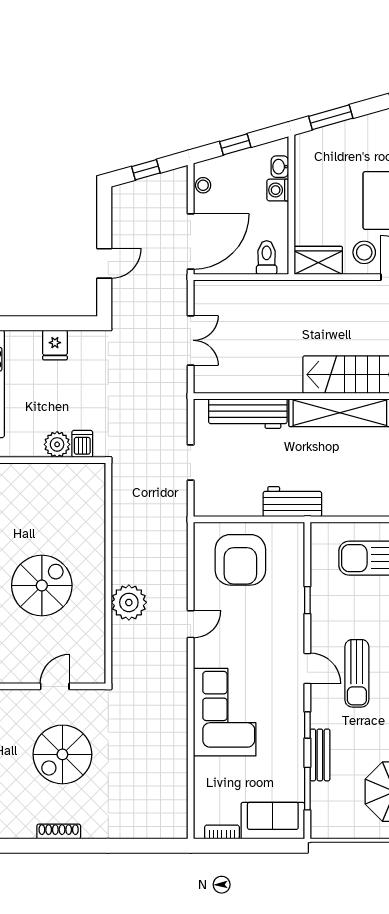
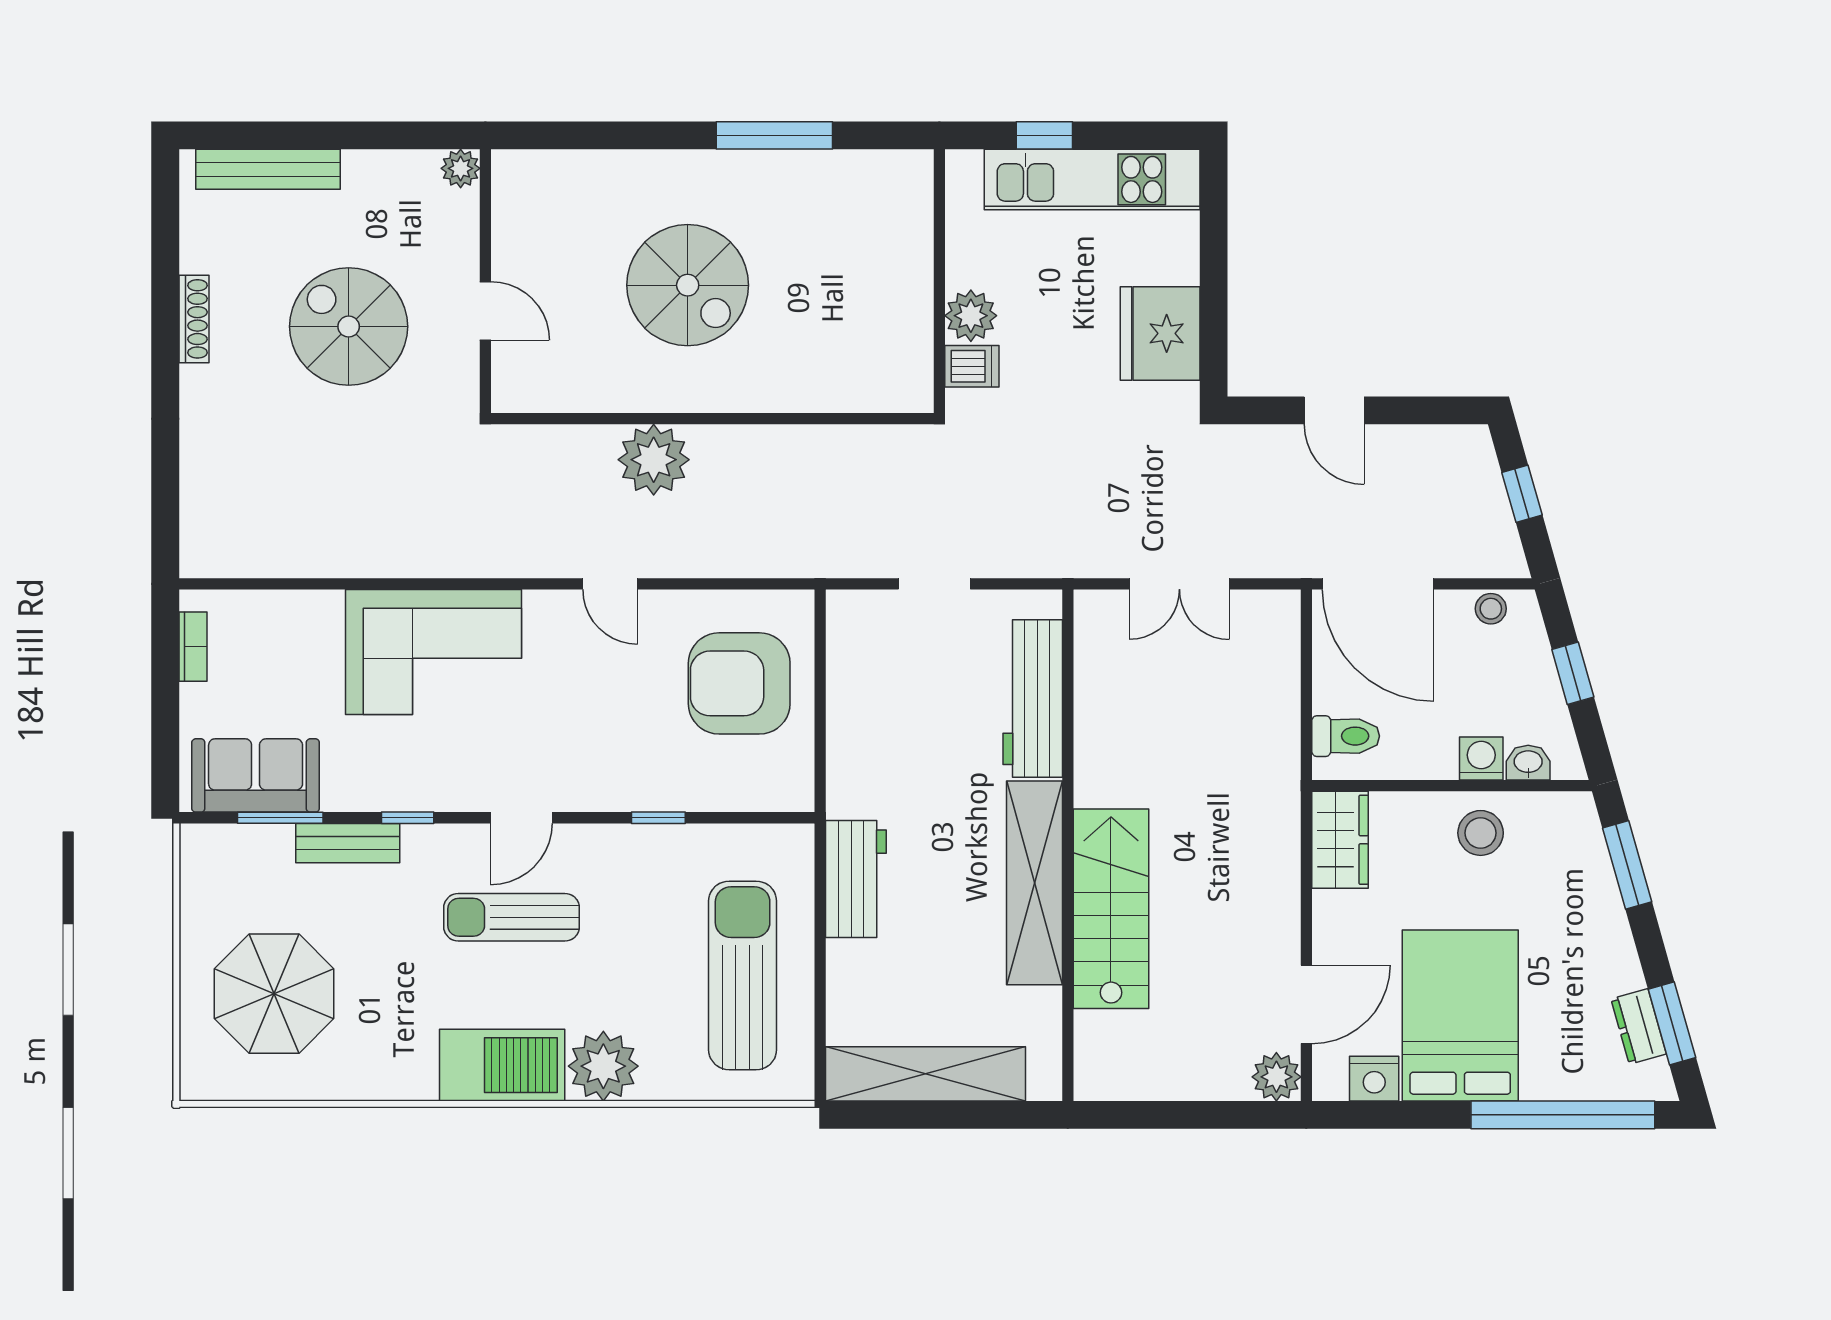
stool: (364, 252) -> (1481, 833), moved
fridge: (55, 345) -> (1160, 333), width x1.88, depth x1.34
workbench: (292, 502) -> (856, 879), moved
sofa: (273, 821) -> (256, 775), moved, turned -90

